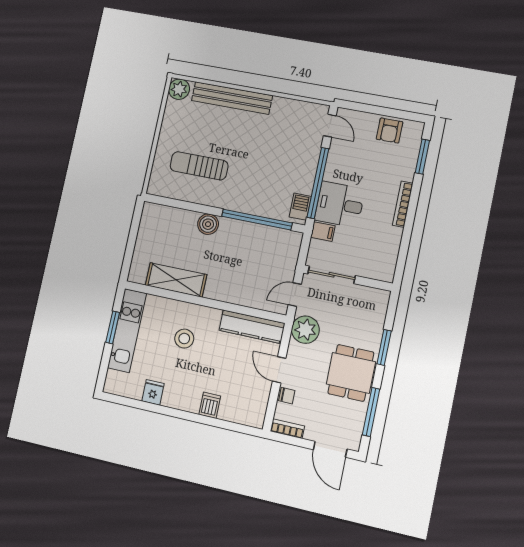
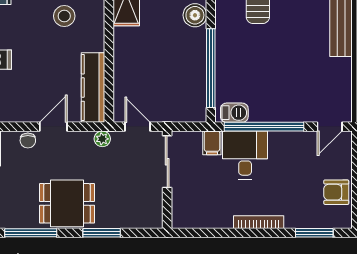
plant: (305, 330) -> (102, 139), width x0.53, depth x0.53

